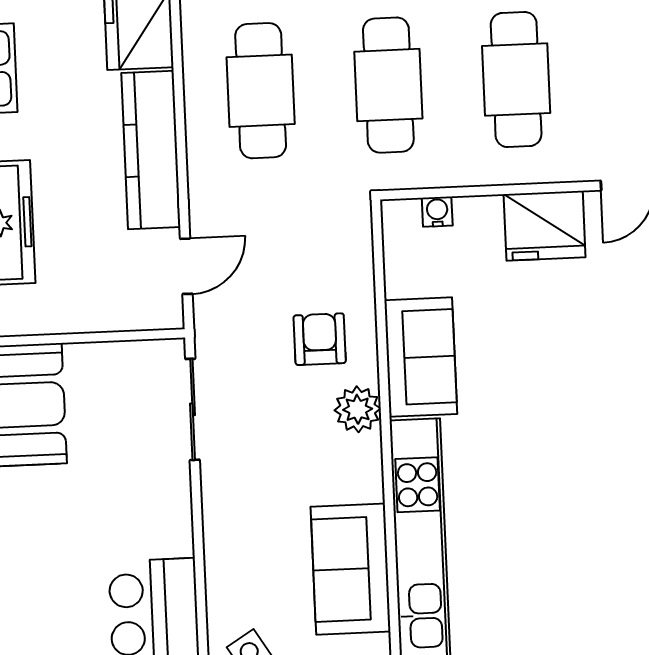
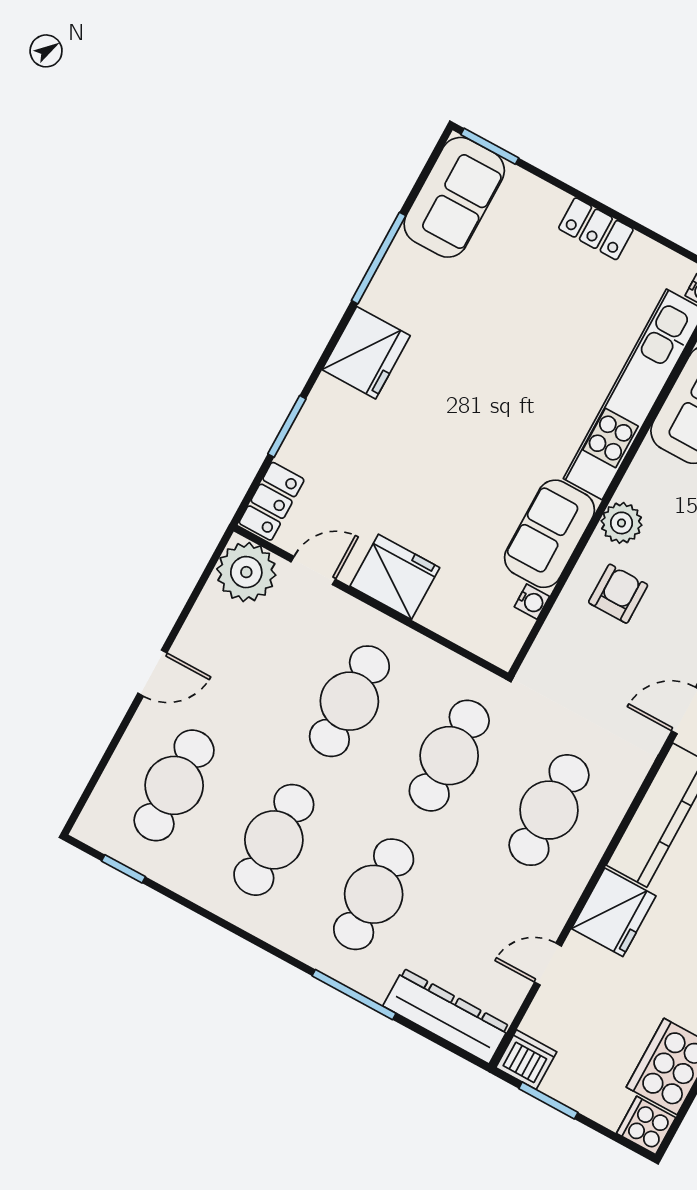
water cooler: (437, 212) -> (532, 602), moved, turned -90
armchair: (320, 339) -> (618, 594), turned 180

